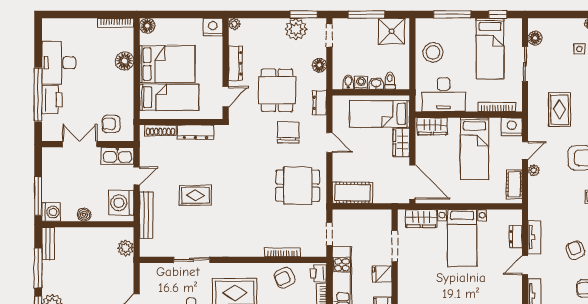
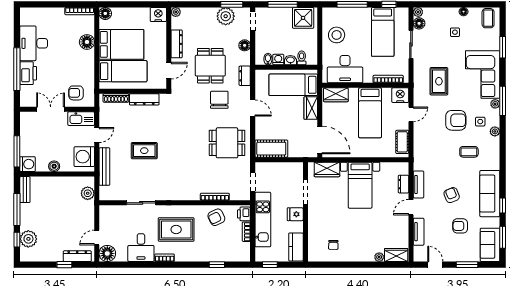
plant: (534, 170) -> (418, 12), moved

